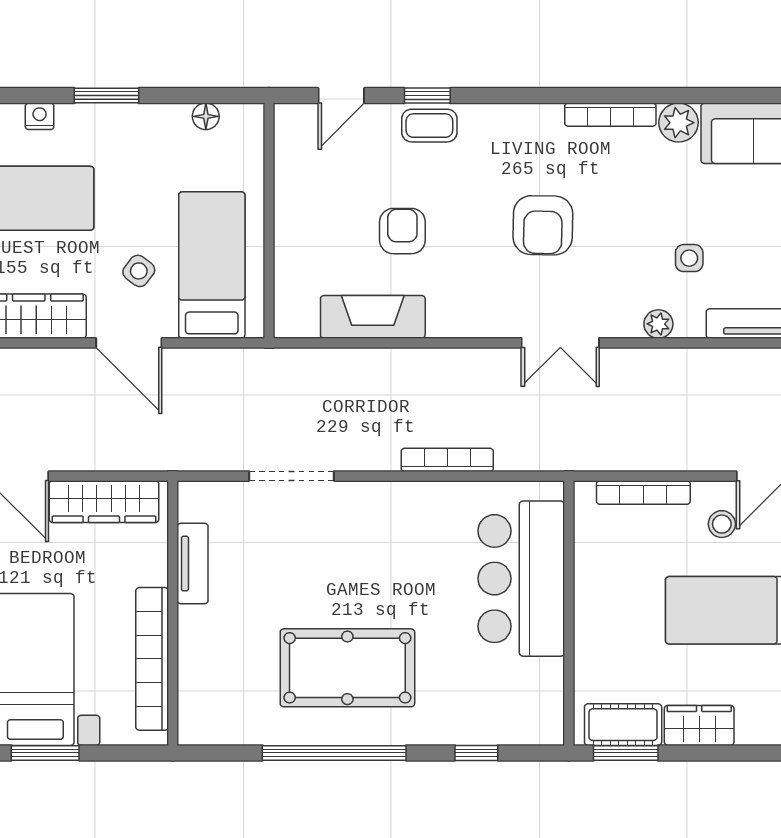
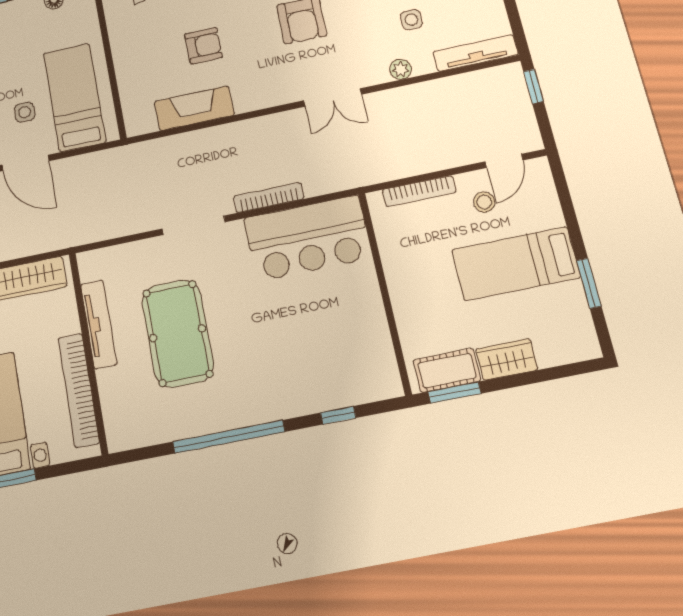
armchair: (402, 231) -> (203, 46), turned 90
side table: (139, 271) -> (25, 112), turned -37
doorway: (292, 476) -> (194, 225), moved
tv unit: (193, 564) -> (99, 324), width x1.41
bar counter: (521, 579) -> (308, 238), moved, turned -90
pool table: (347, 668) -> (178, 333), moved, turned 90

